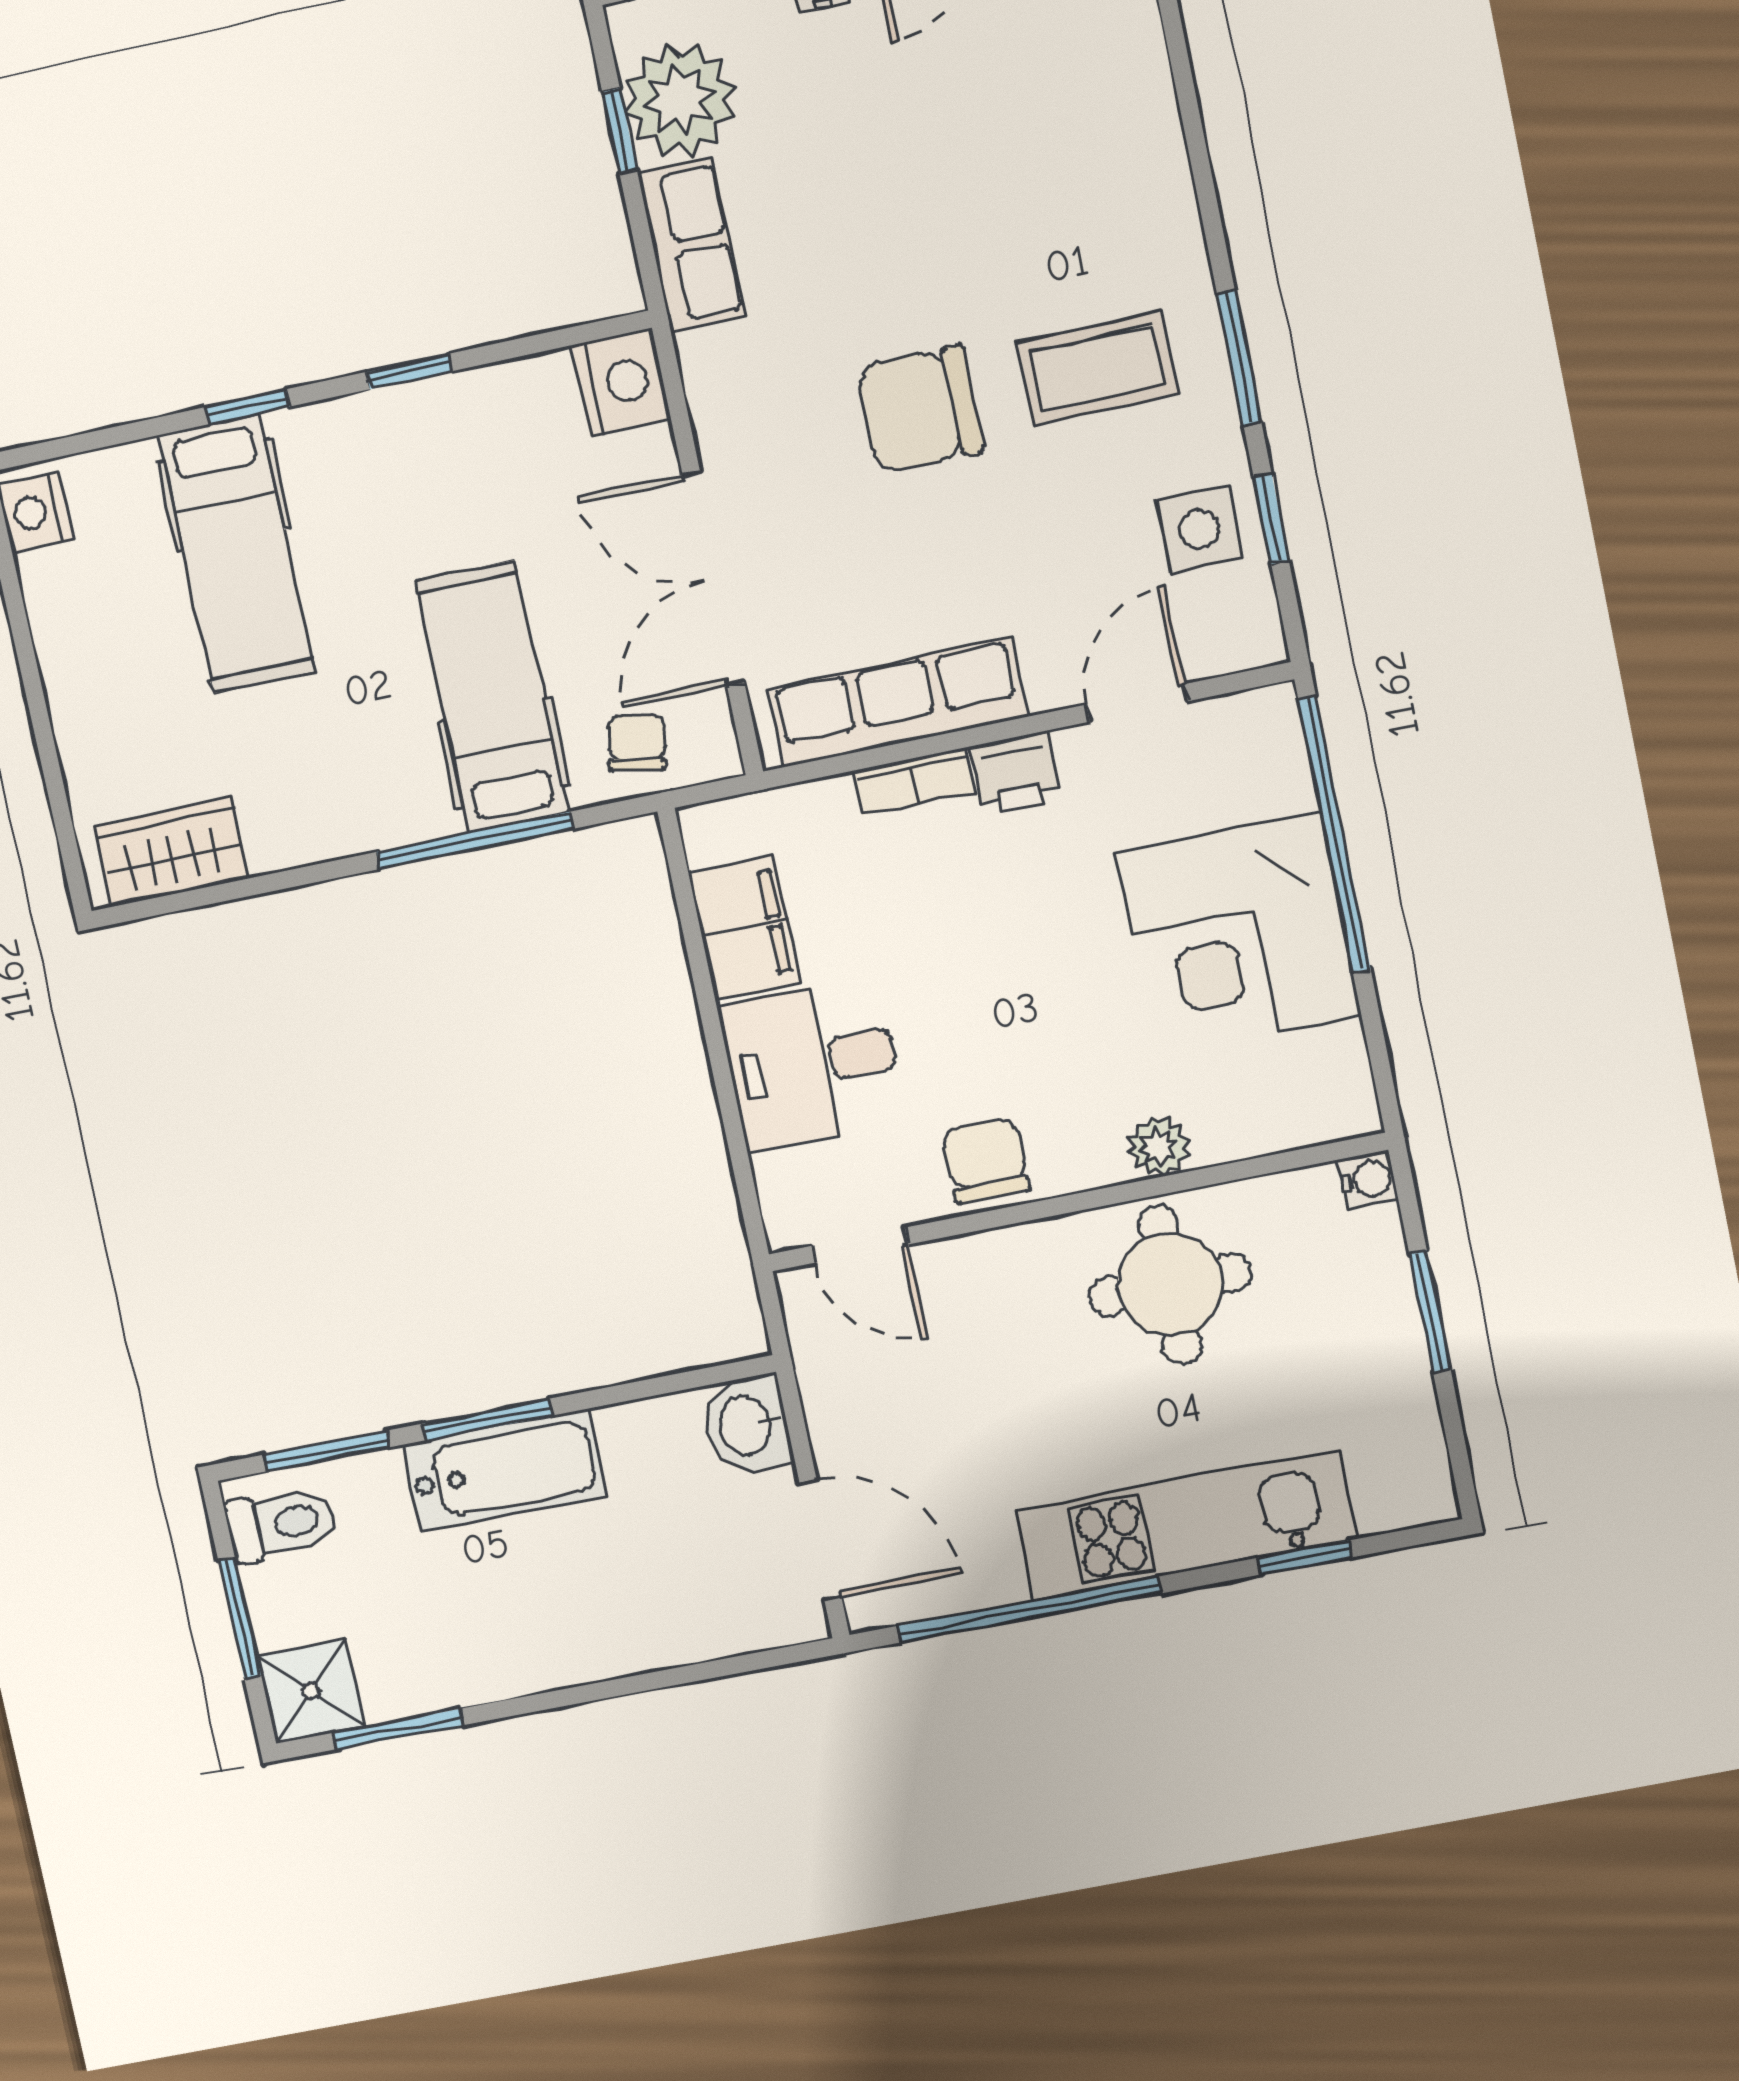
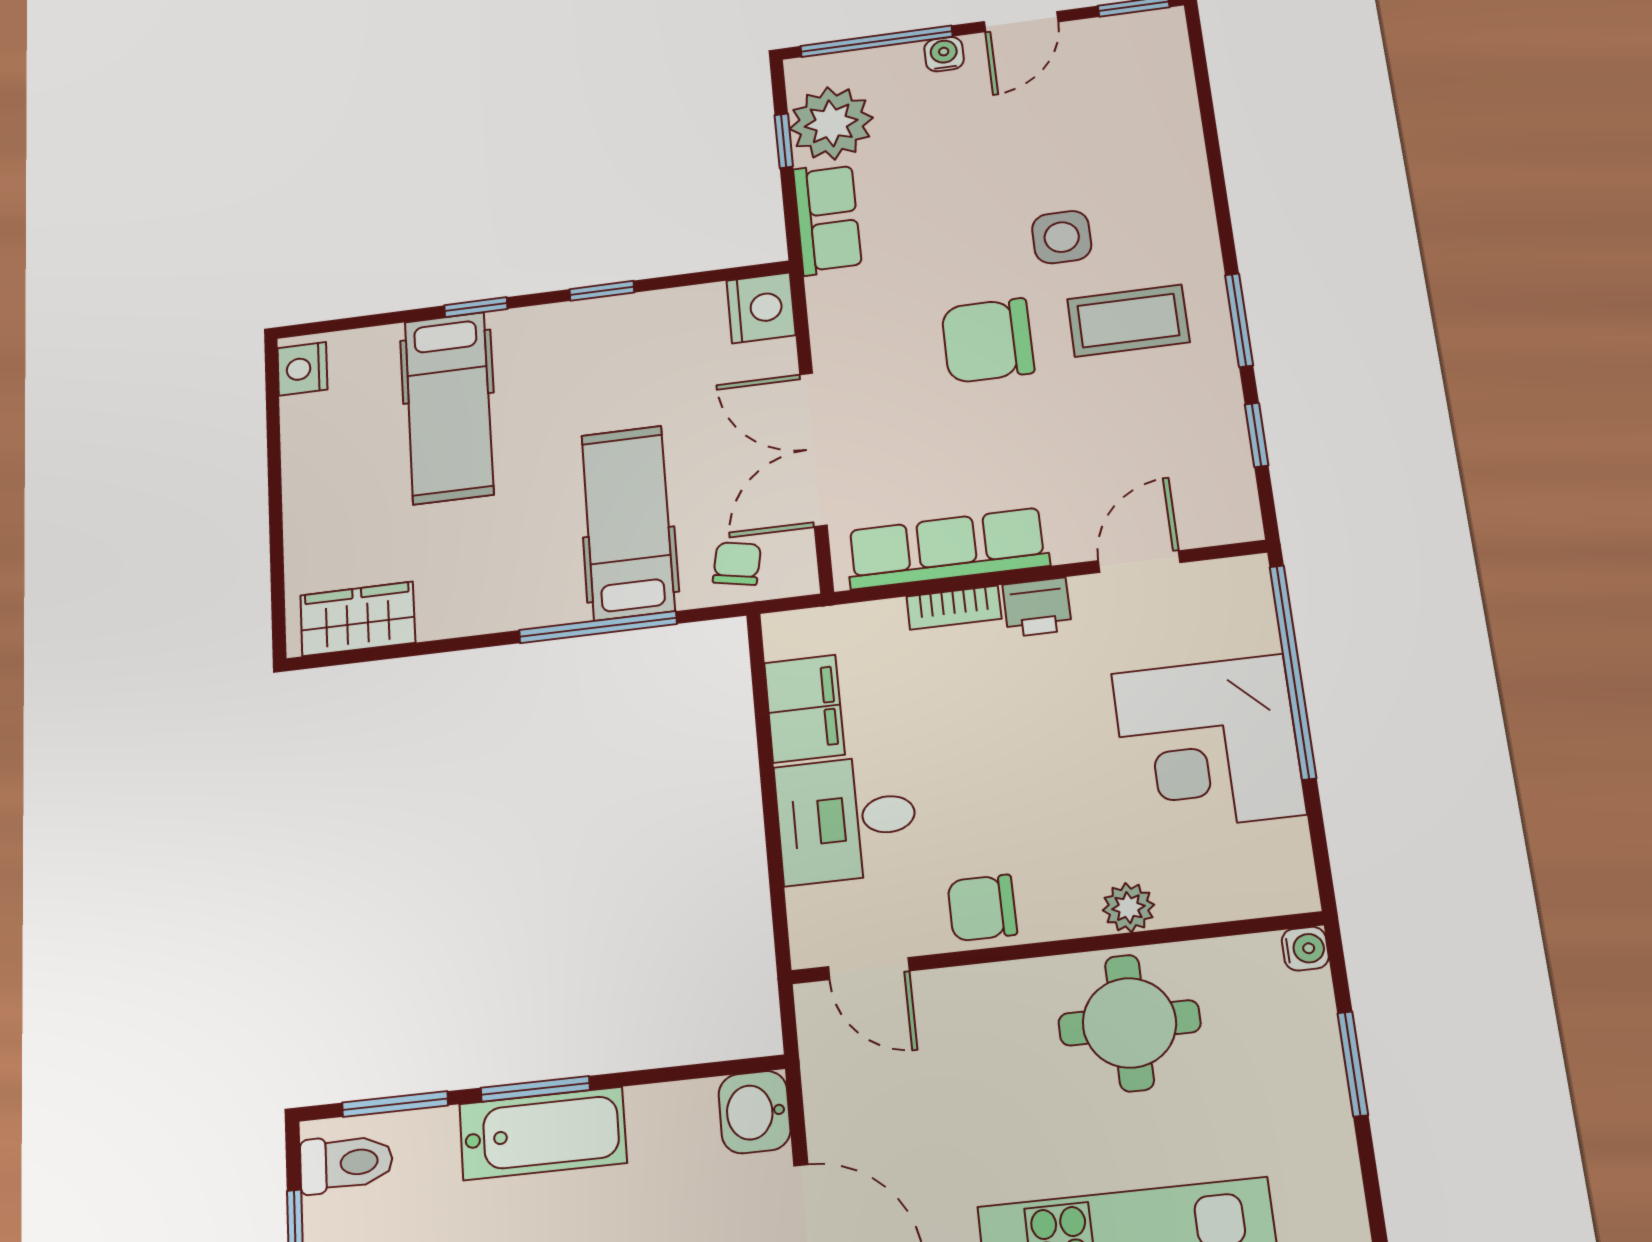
side table: (1200, 529) -> (1062, 237), moved
chair: (986, 1161) -> (982, 908), turned -90

